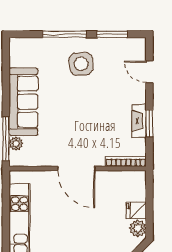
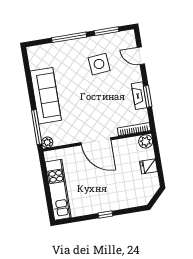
side table: (81, 64) -> (99, 64), moved
plant: (16, 144) -> (47, 142), moved
plant: (138, 228) -> (146, 141), moved

